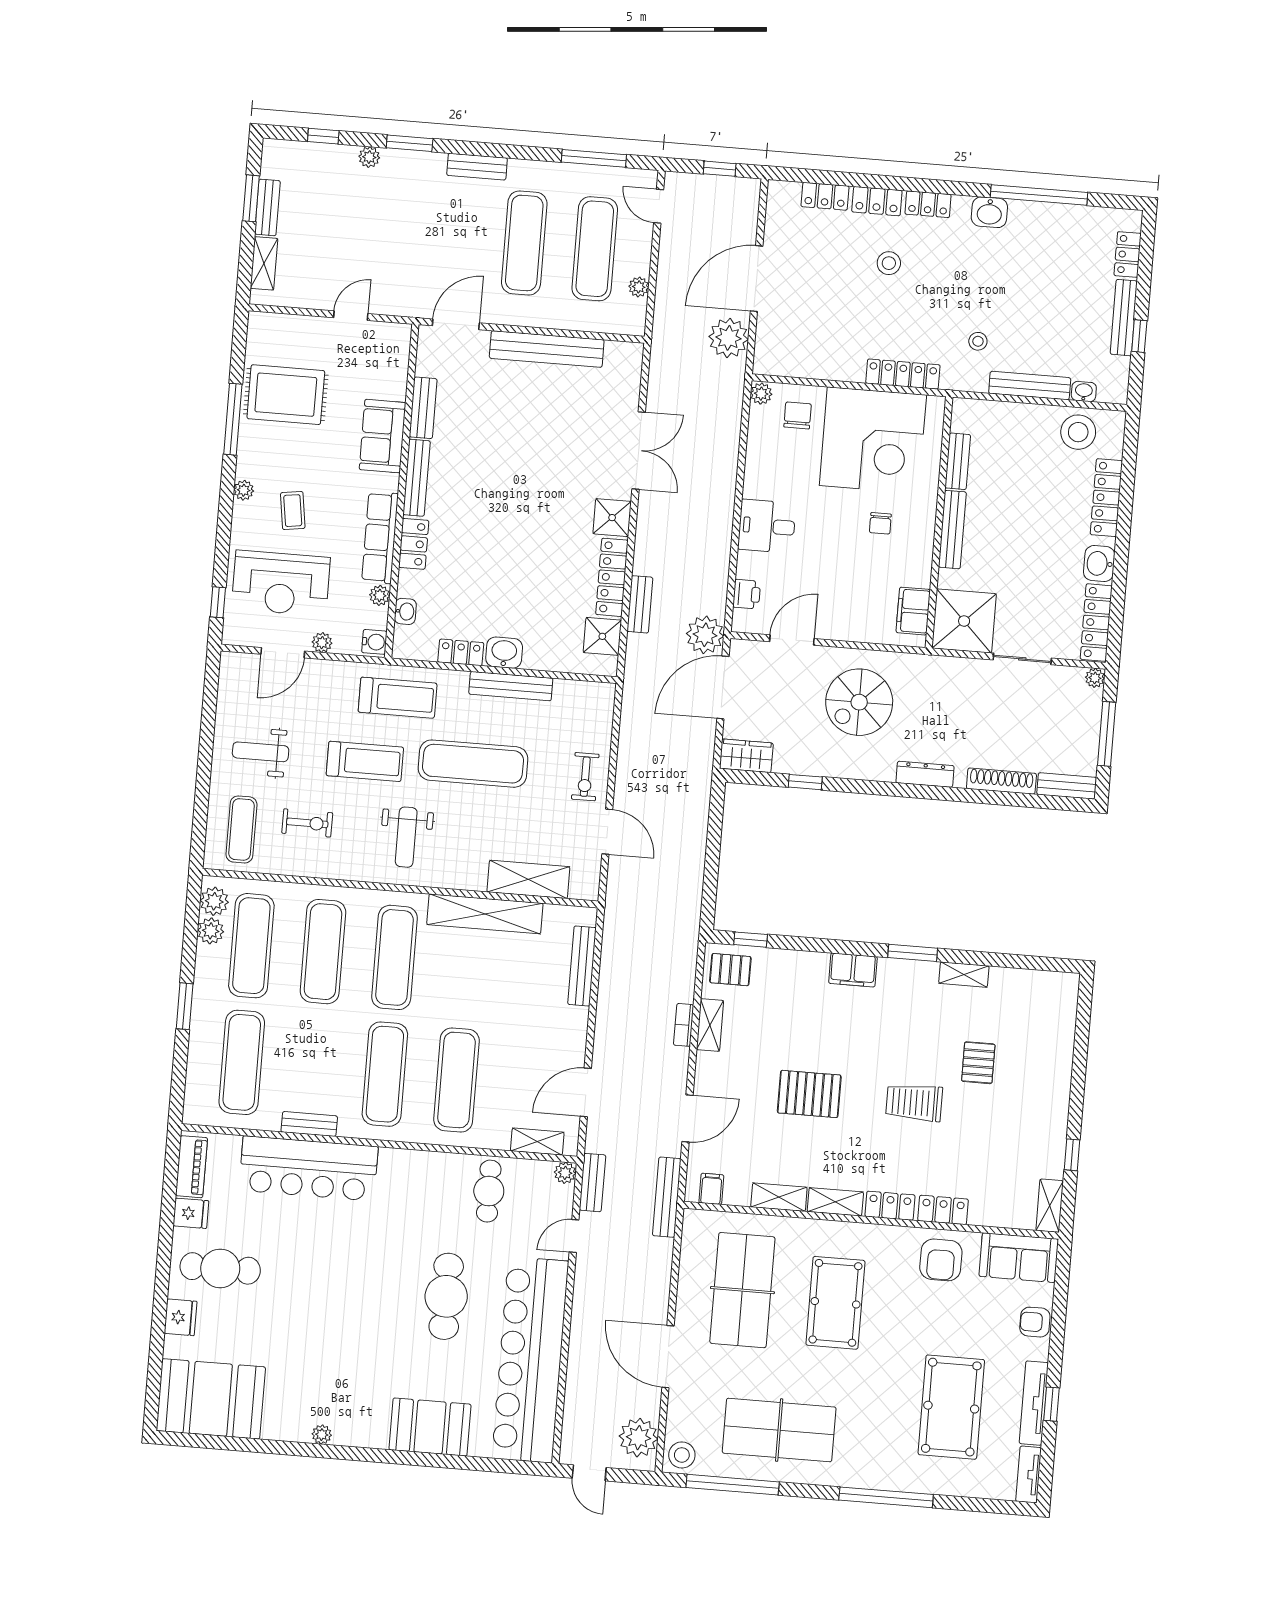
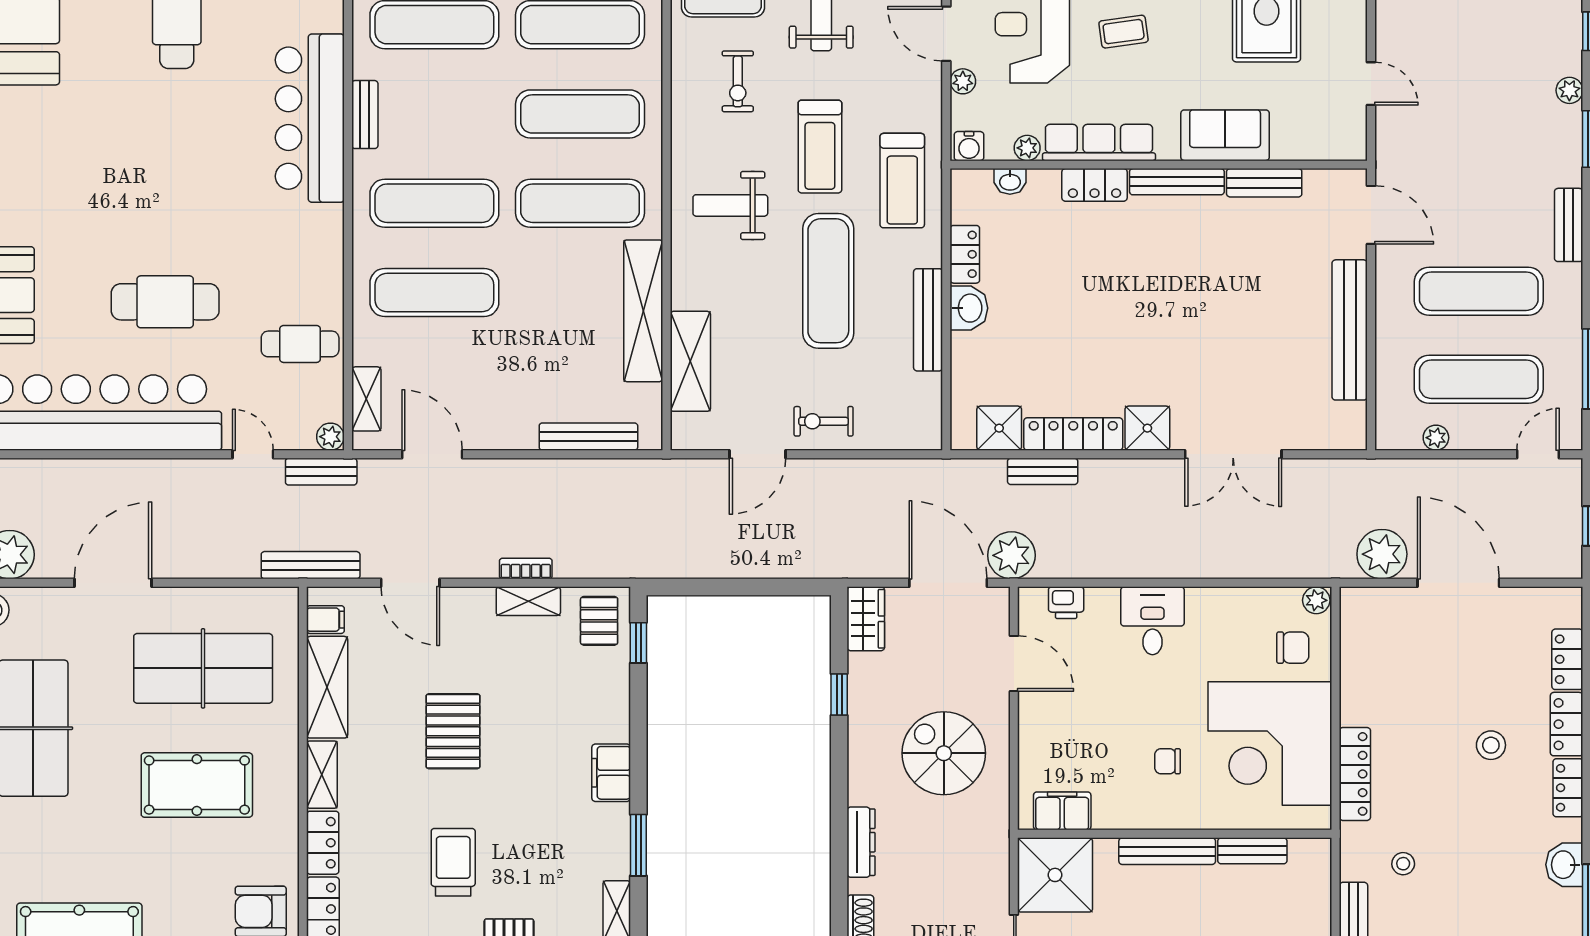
shelving: (779, 1197) -> (327, 687), width x1.50, depth x1.33

